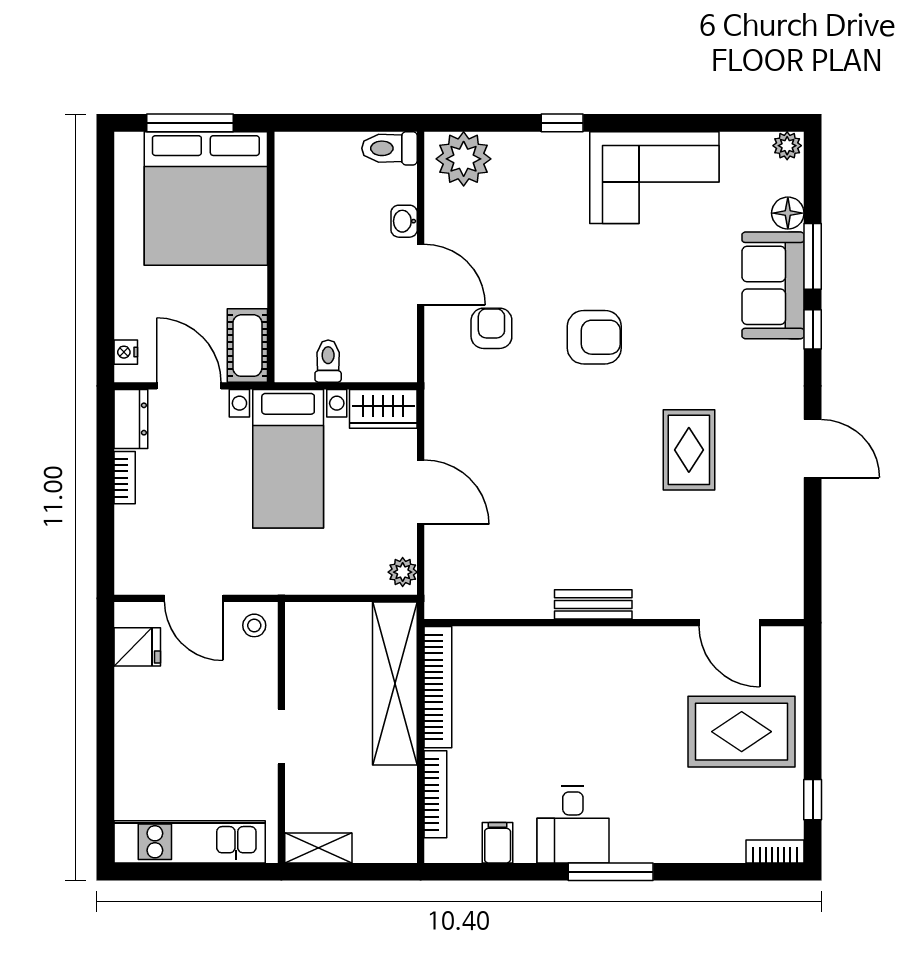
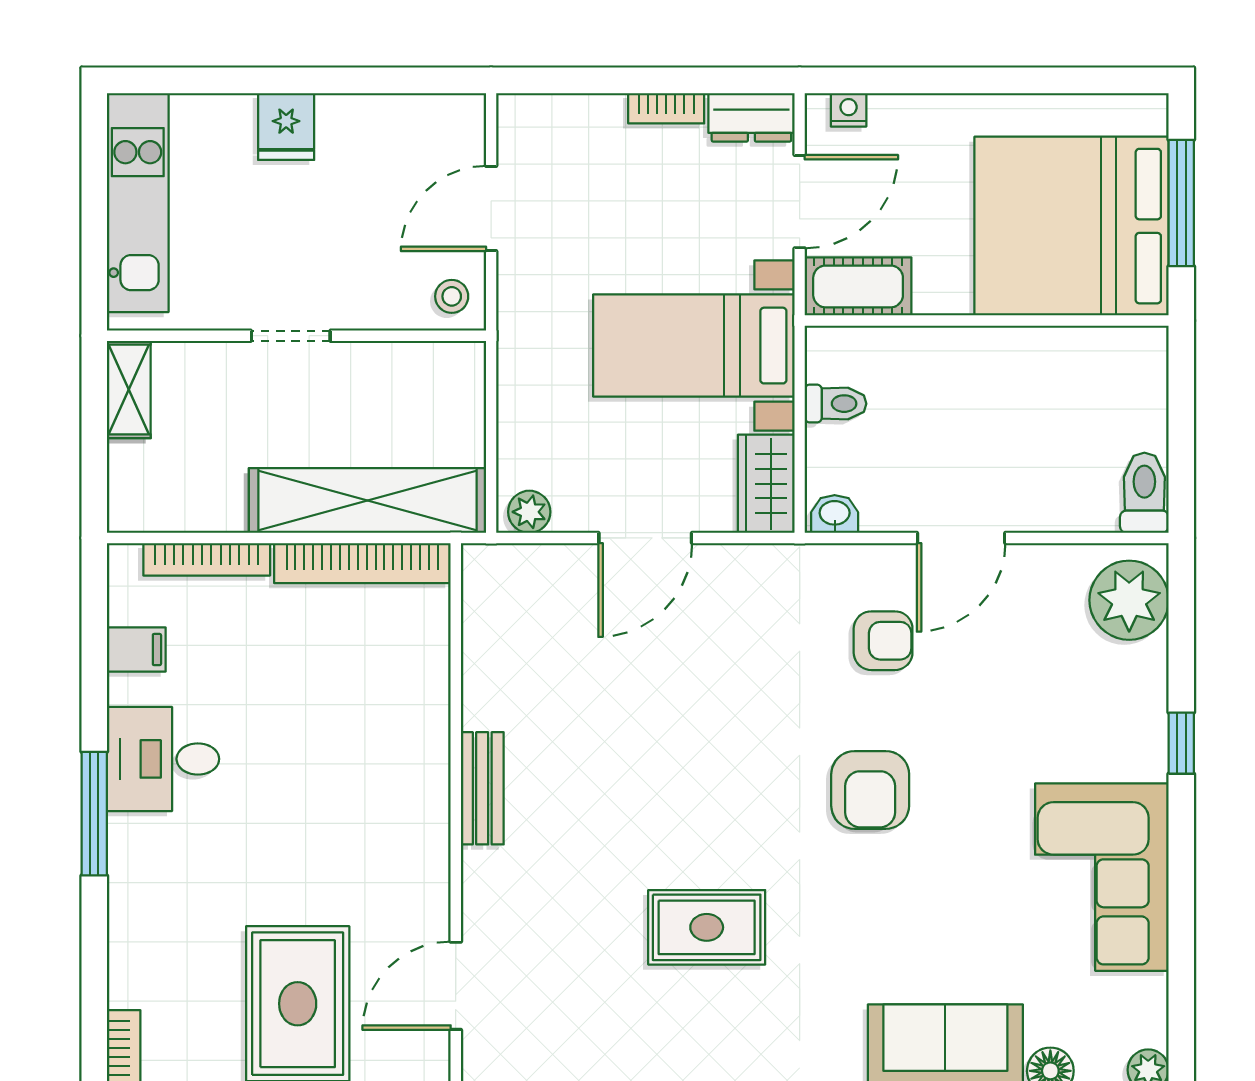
washbasin: (404, 221) -> (835, 514), moved
fridge: (137, 647) -> (286, 126), moved

